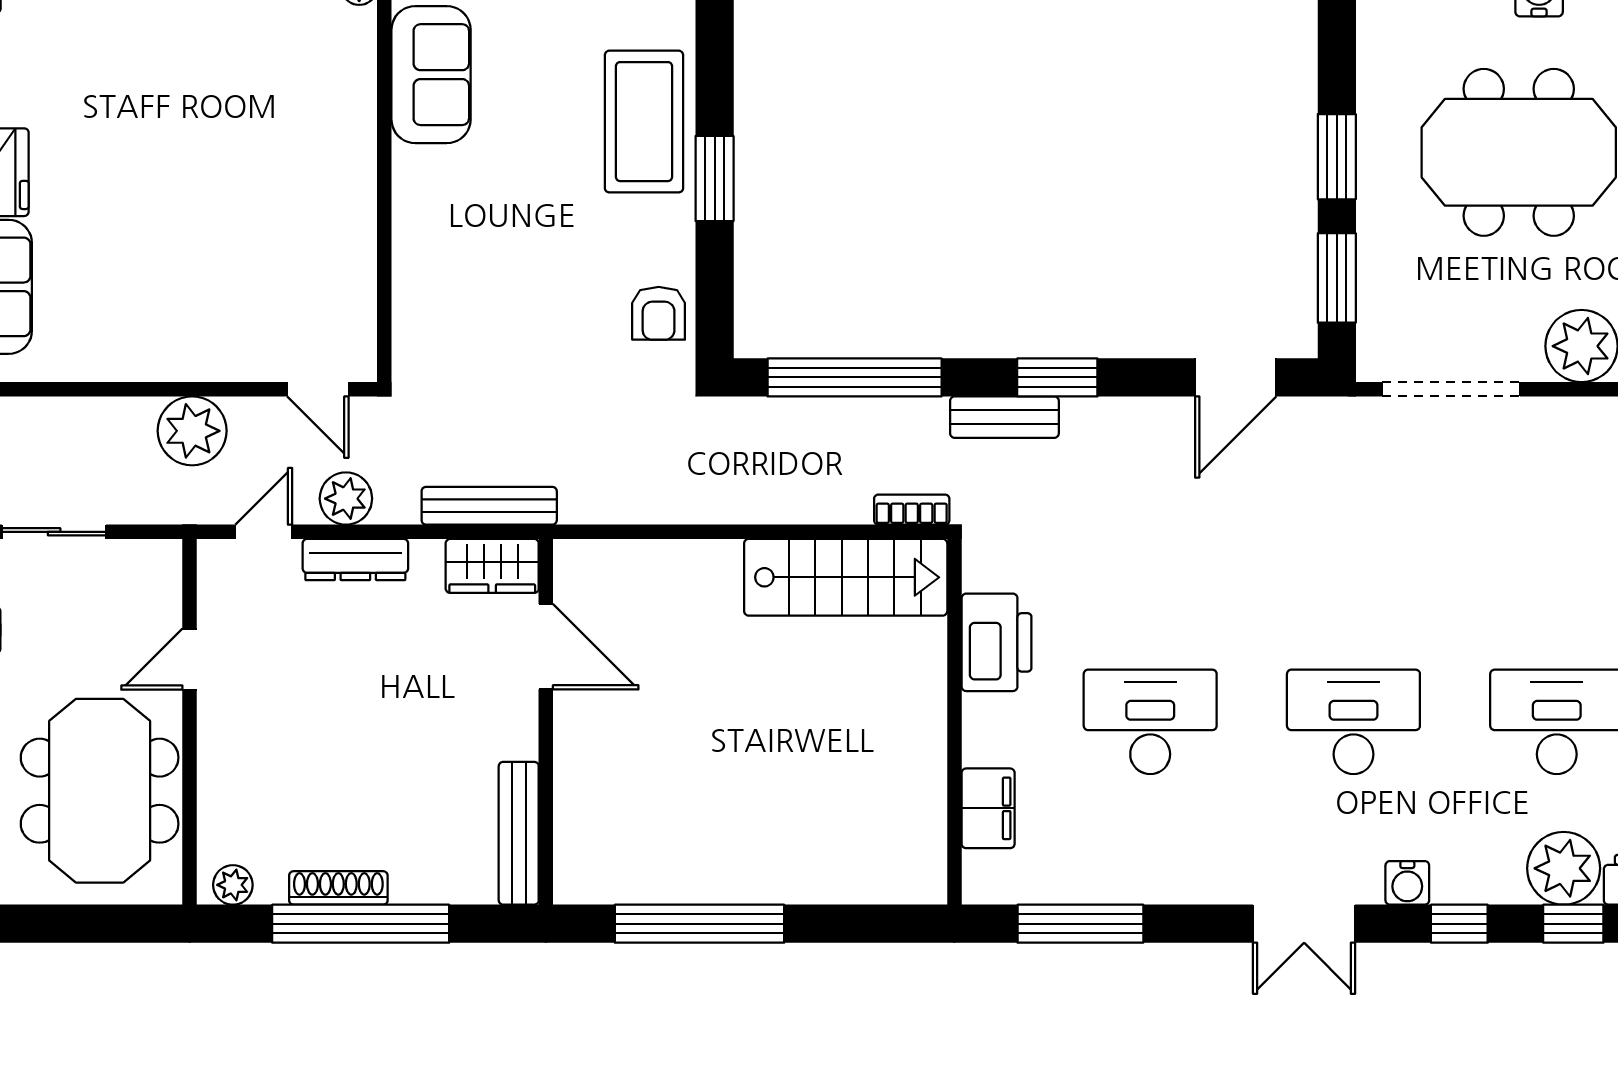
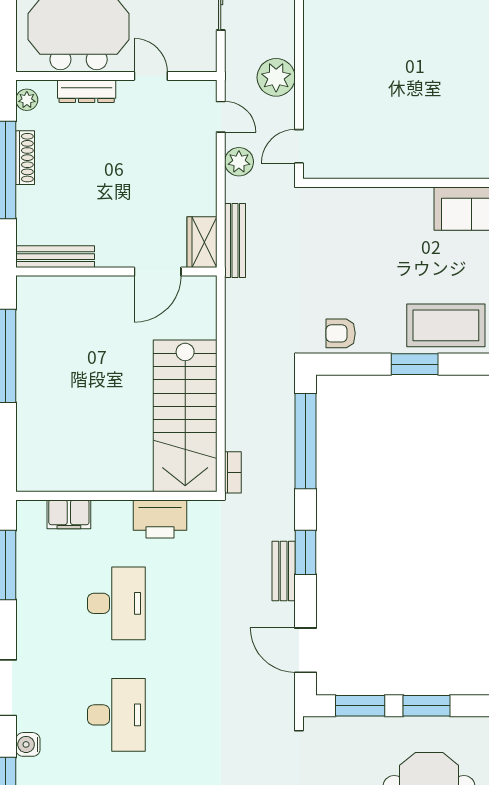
bench: (1004, 417) -> (284, 571), moved
dresser: (355, 560) -> (87, 91), moved, turned -90
stairs: (846, 577) -> (185, 416), width x1.36, depth x1.51

